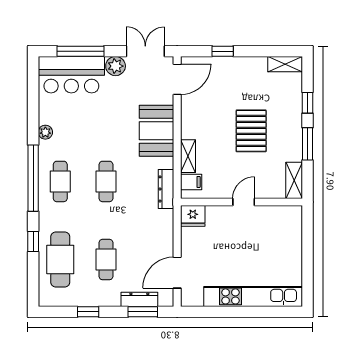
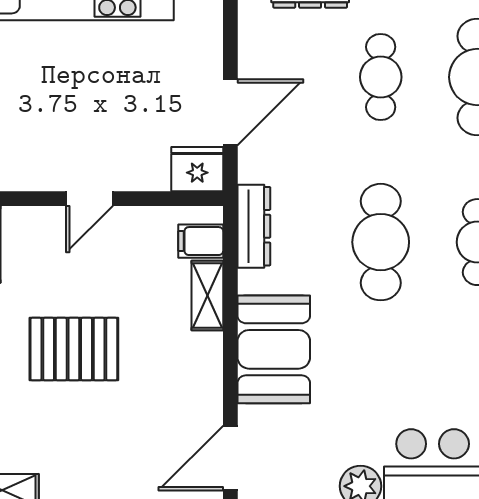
pallet: (251, 131) -> (74, 349), turned 90
cafe table: (106, 181) -> (381, 242), width x1.37, depth x1.35
door: (177, 273) -> (230, 112), moved

